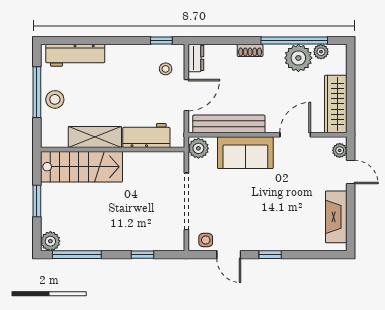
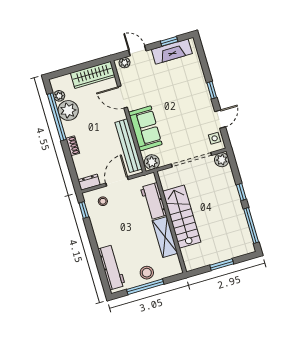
door: (186, 95) -> (117, 181), hinge flipped
stairs: (81, 167) -> (182, 217), moved
door: (351, 172) -> (137, 51), hinge flipped
window: (351, 217) -> (169, 41), added
plant: (50, 241) -> (222, 160), moved
window: (142, 255) -> (241, 192), moved

